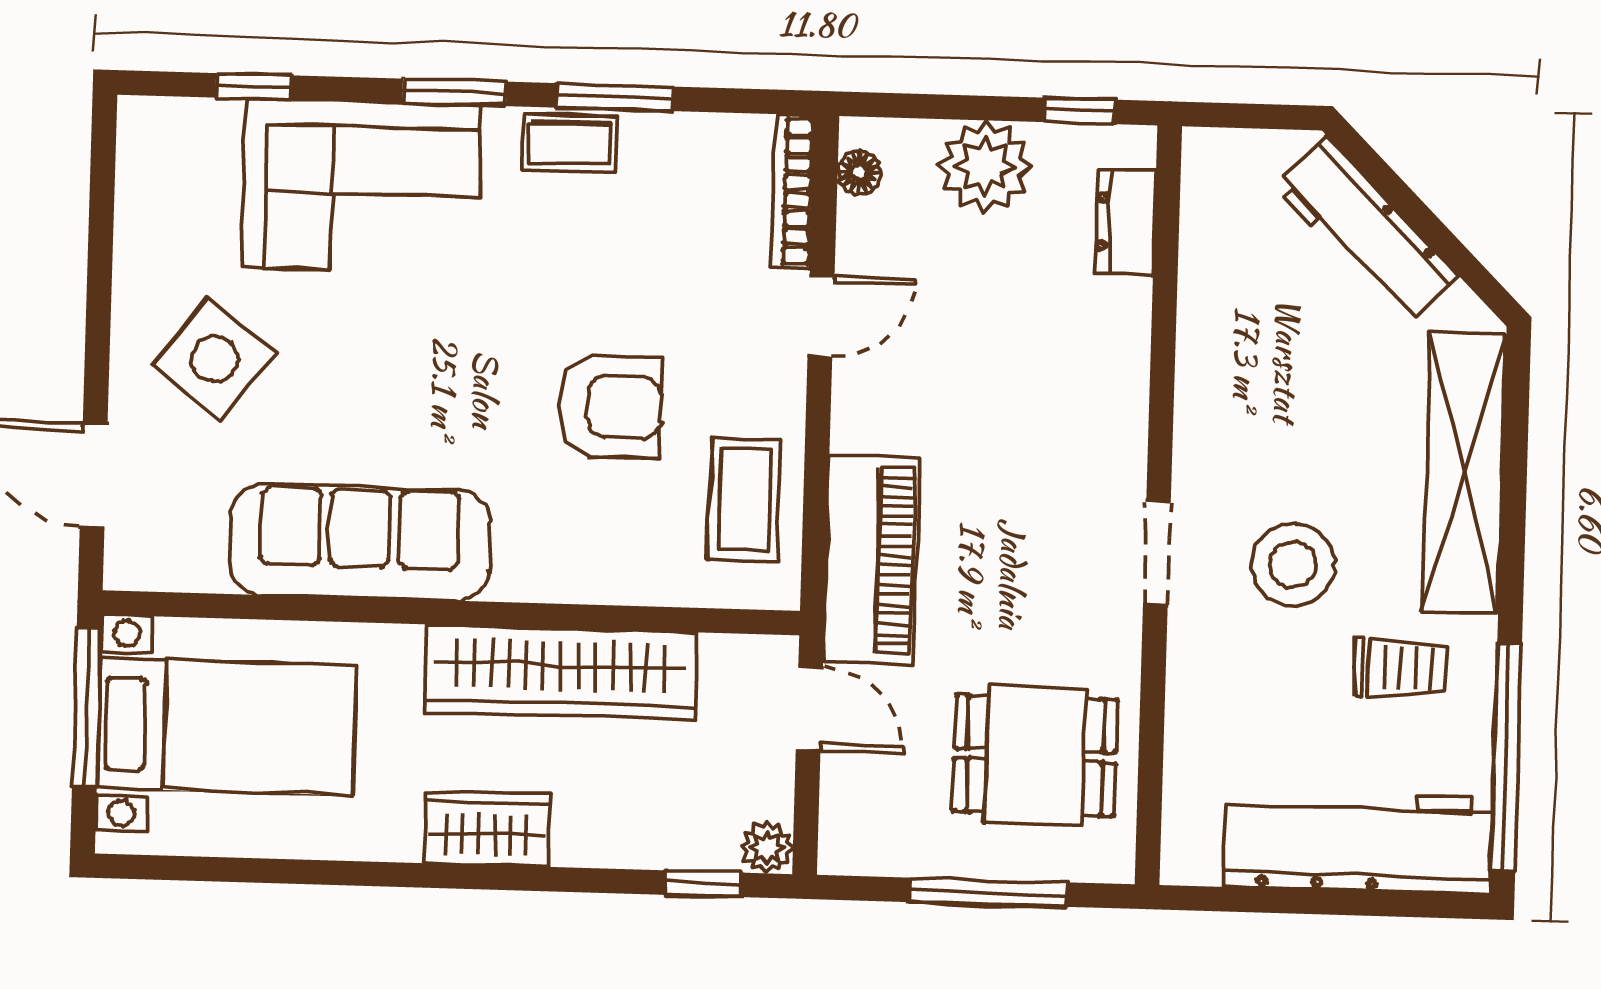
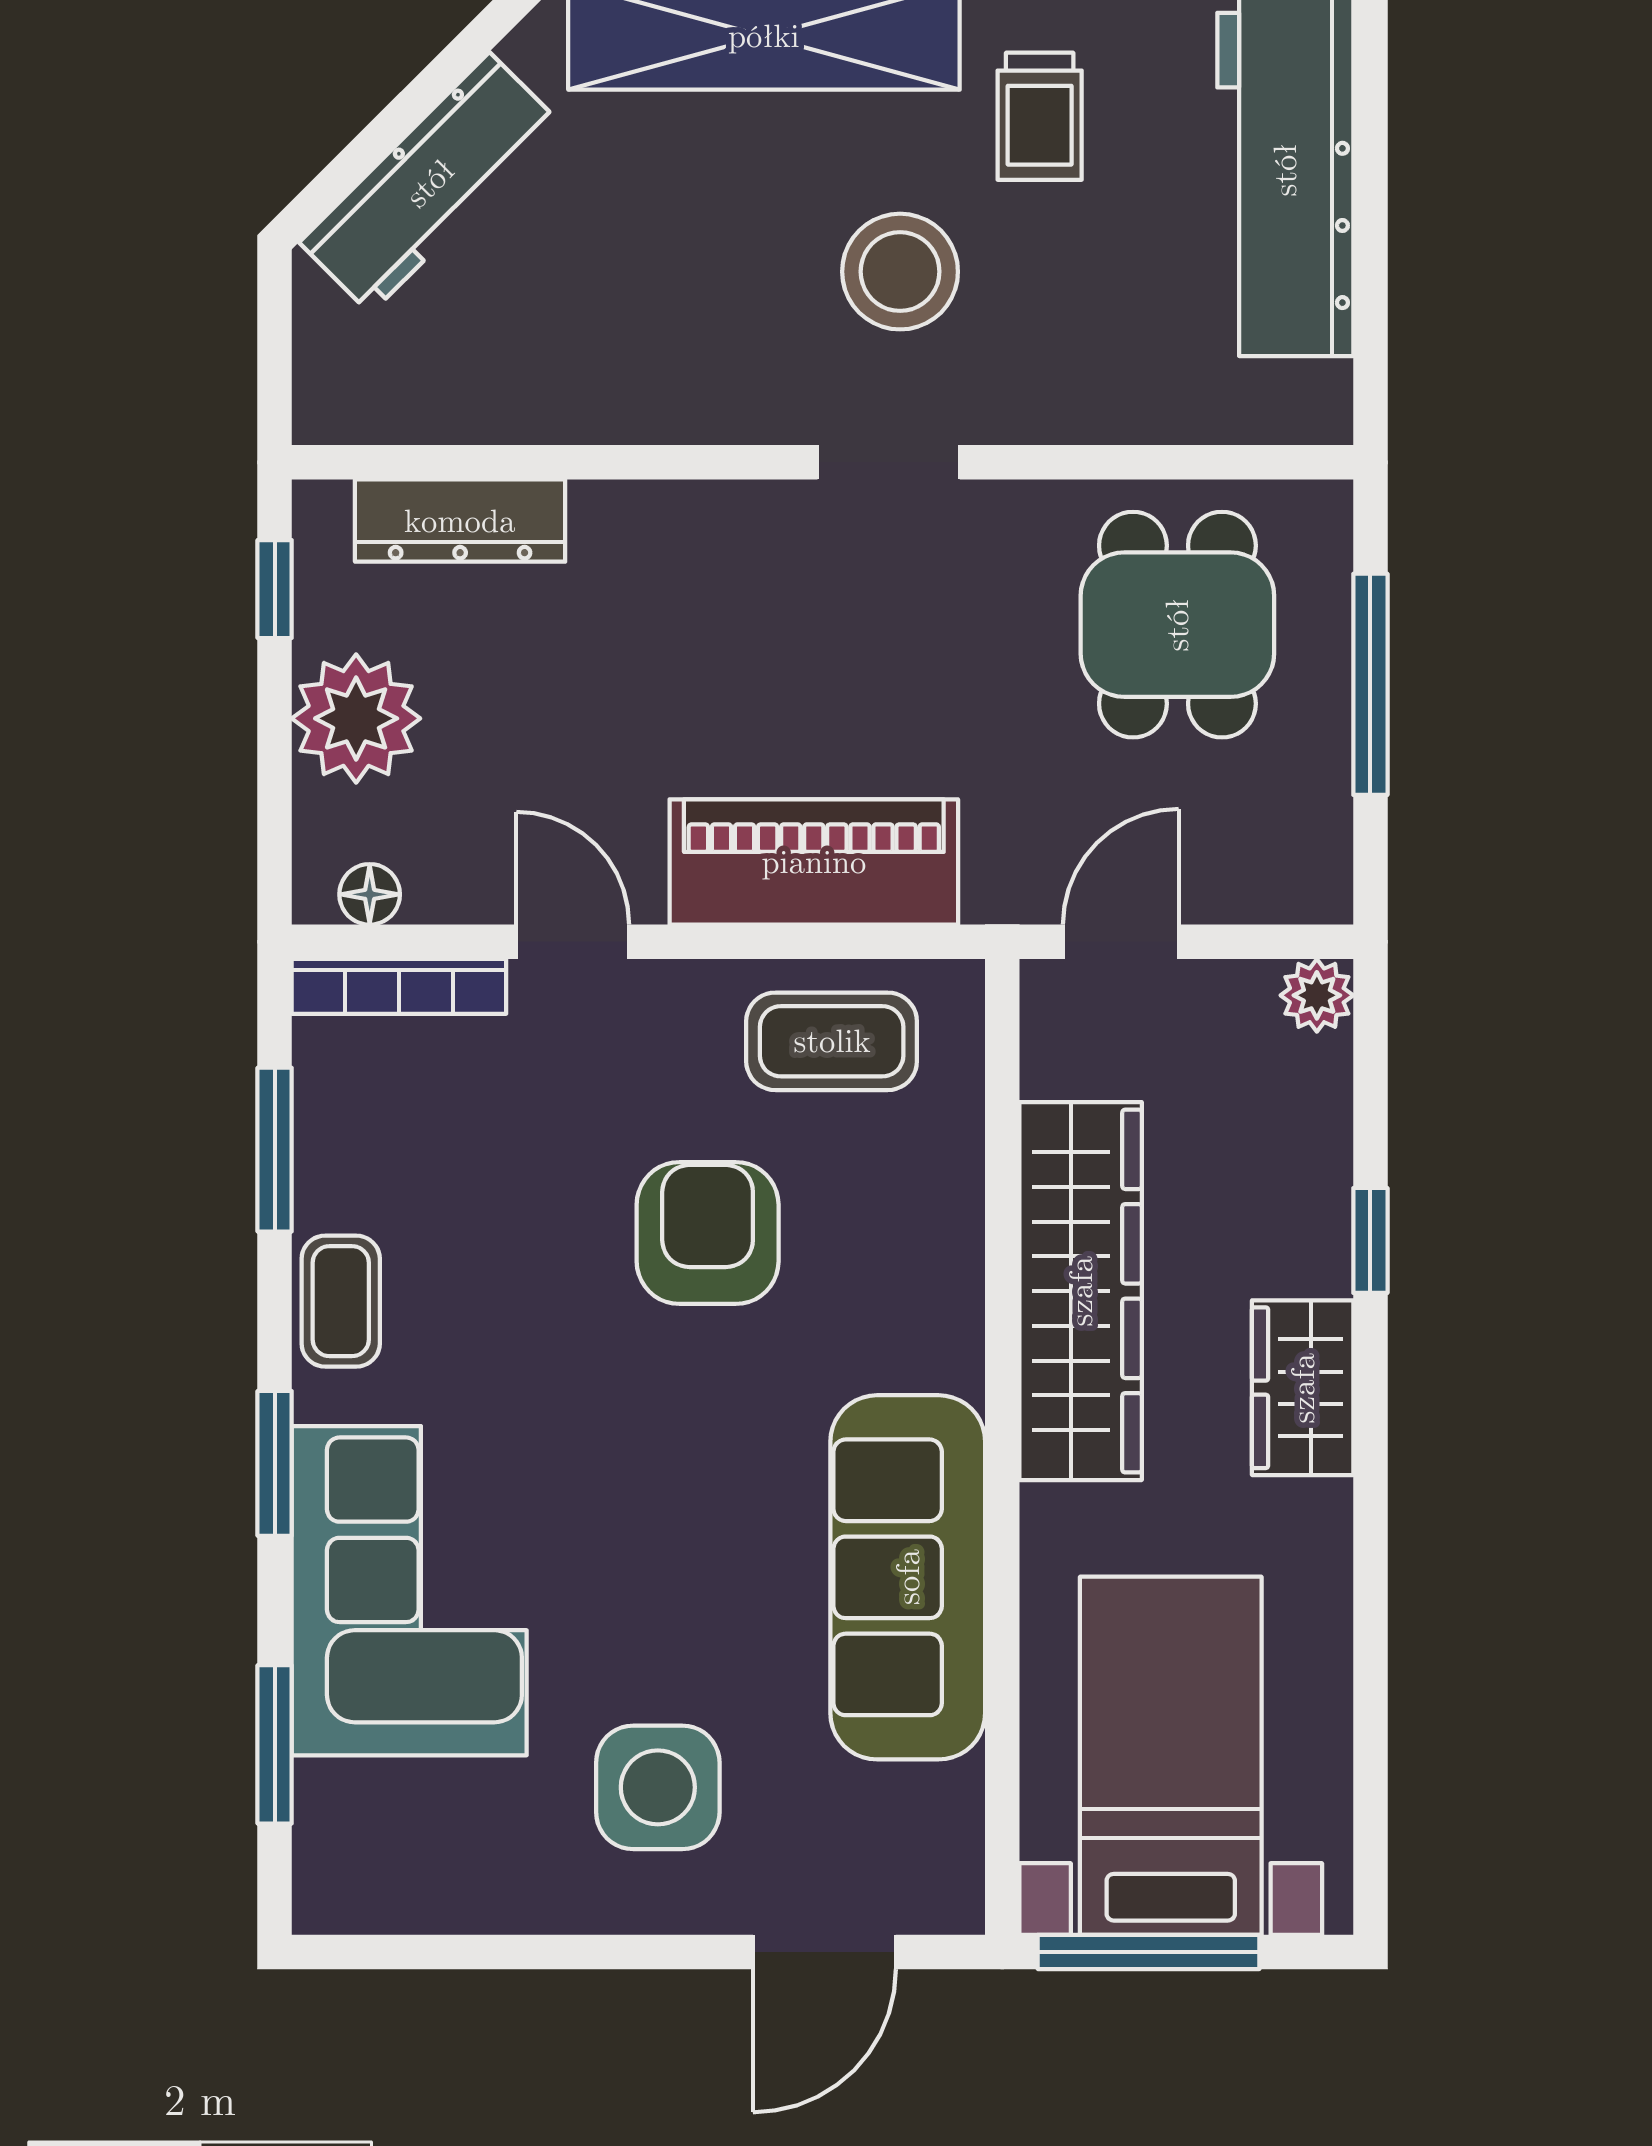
window: (254, 86) -> (275, 1744), width x1.50
window: (615, 97) -> (275, 1150), moved
dresser: (1125, 222) -> (460, 521), width x1.44
side table: (215, 359) -> (658, 1787), turned -37
piano: (871, 560) -> (814, 862), moved
trolley: (1401, 668) -> (1040, 116), turned 180
window: (704, 884) -> (1370, 1240), moved

